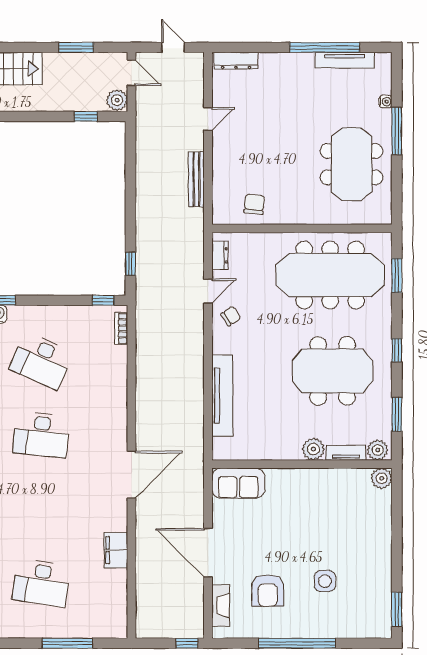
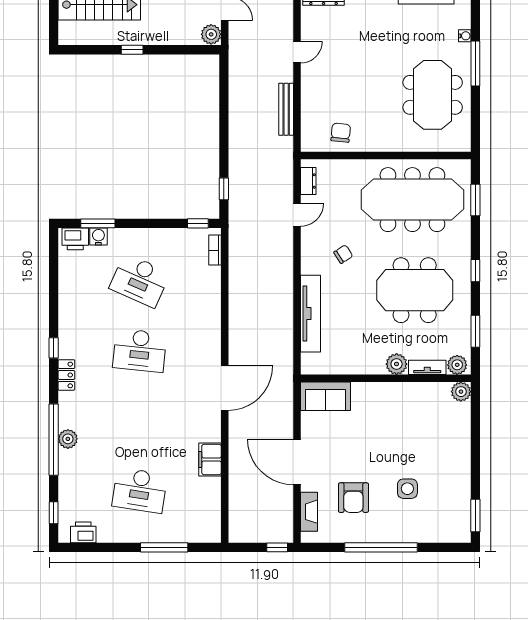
window: (86, 116) -> (132, 50), moved
chair: (231, 316) -> (343, 254), moved

